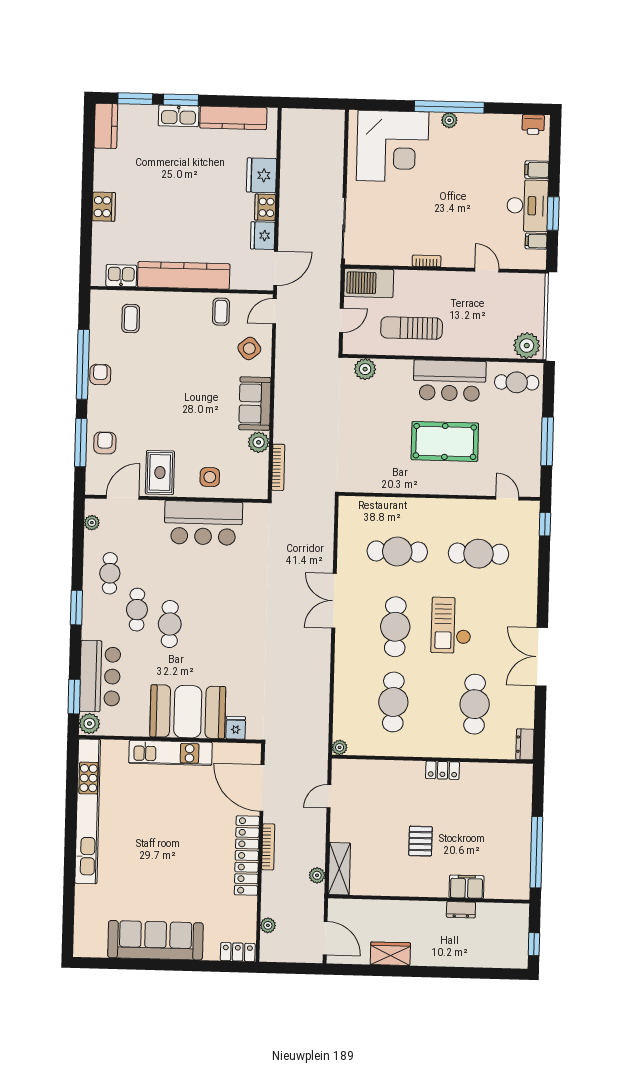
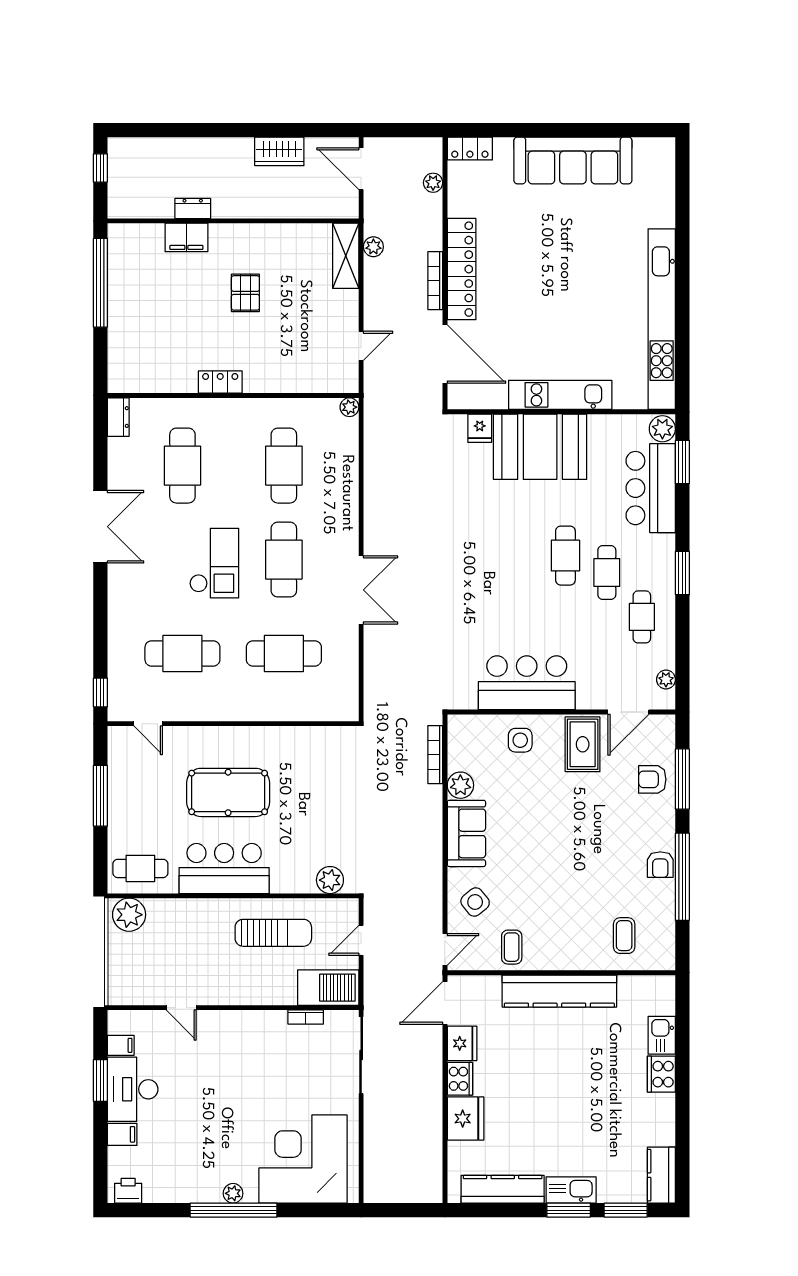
bookcase: (427, 261) -> (306, 1017), moved
kitchen sink: (121, 276) -> (662, 1035), moved, turned 90
armchair: (105, 443) -> (652, 779), turned 90

